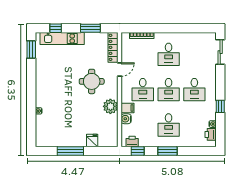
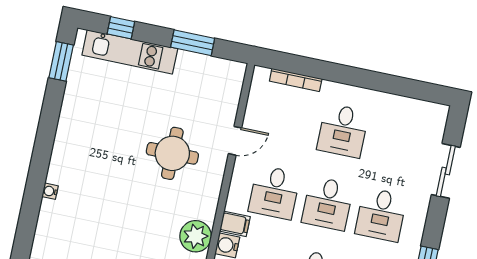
locker: (113, 47) -> (231, 92), removed
sliding door: (220, 52) -> (446, 171), moved
plant: (110, 106) -> (196, 236), moved

